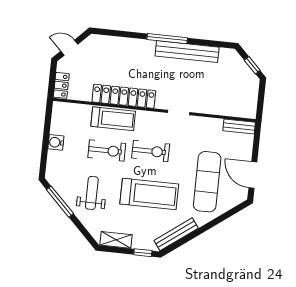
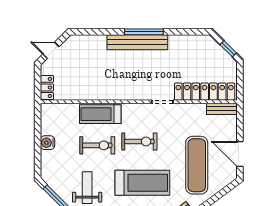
bench: (187, 52) -> (137, 42), moved
locker: (124, 96) -> (205, 92), moved
treadmill: (113, 119) -> (100, 114), turned 180

